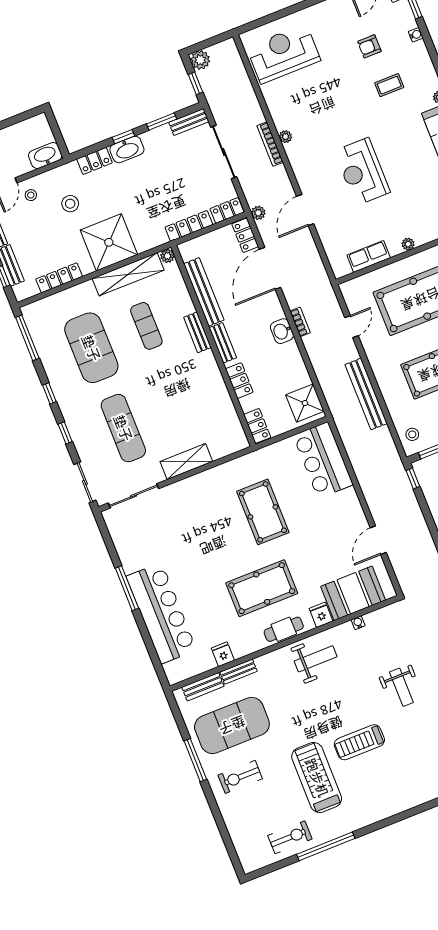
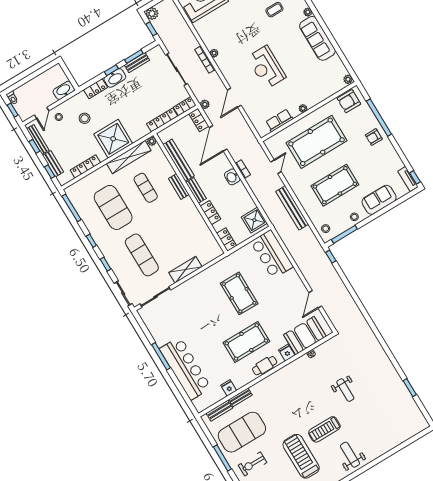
bench: (189, 122) -> (137, 63), moved
weight bench: (316, 659) -> (350, 455), moved, turned -90

